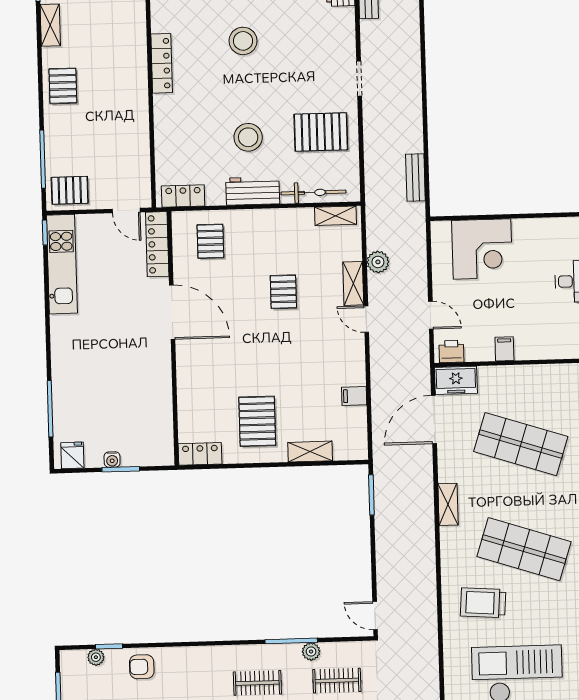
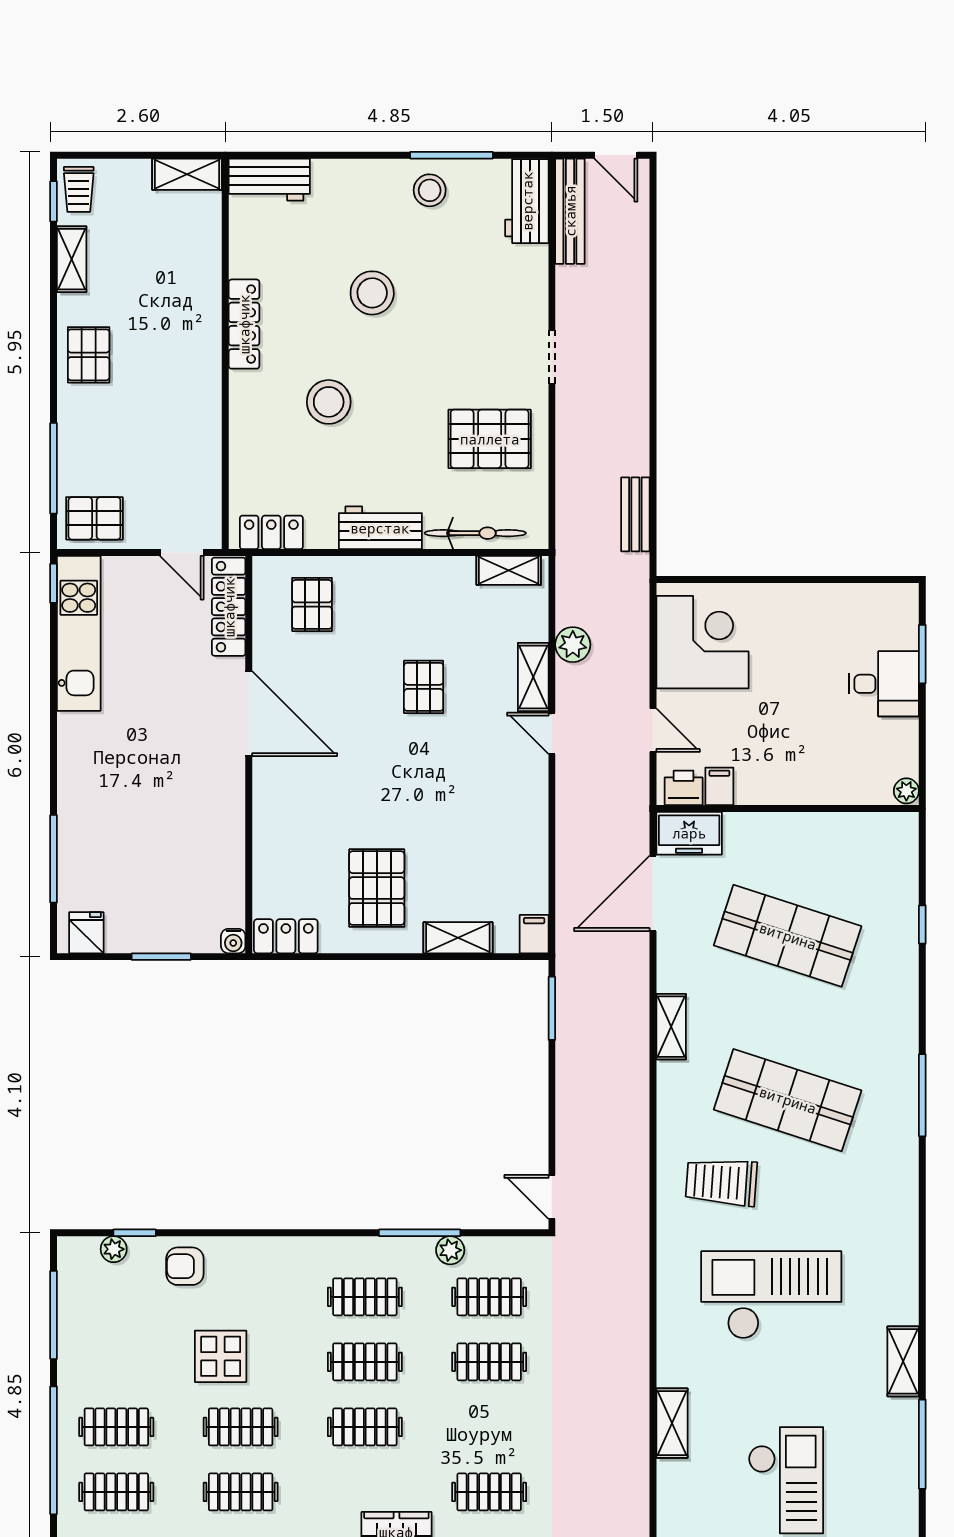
stool: (248, 137) -> (329, 402), moved
corner desk: (482, 249) -> (702, 642), moved, turned -90
filing cabinet: (504, 349) -> (719, 786), moved
filing cabinet: (354, 396) -> (534, 934), moved, turned 90
water cooler: (112, 460) -> (233, 941), moved

